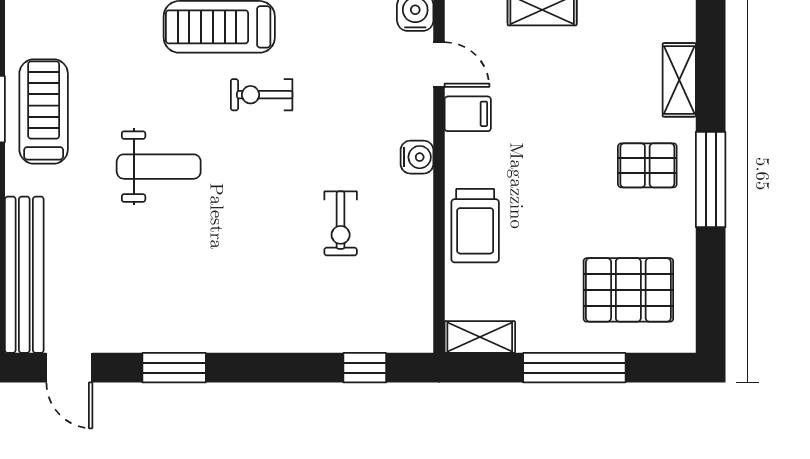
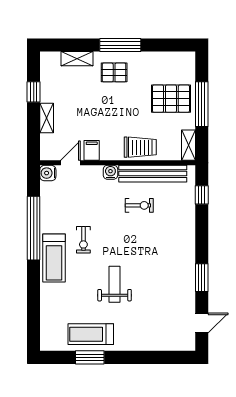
pallet: (647, 165) -> (114, 72), turned 90
bench: (24, 275) -> (153, 174), moved
pallet: (628, 290) -> (171, 99), moved, turned 90

